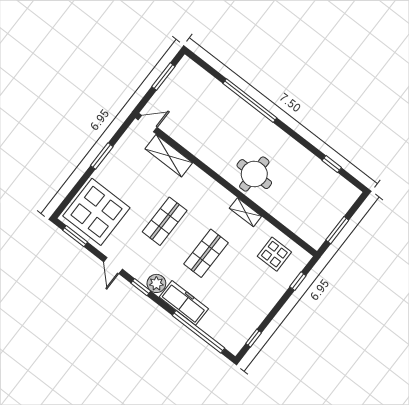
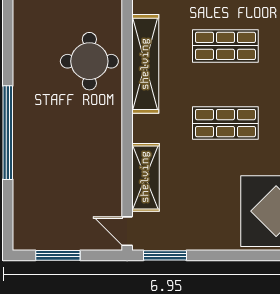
window: (102, 156) -> (165, 255), moved
shelving: (245, 212) -> (145, 64), width x2.20, depth x1.33

